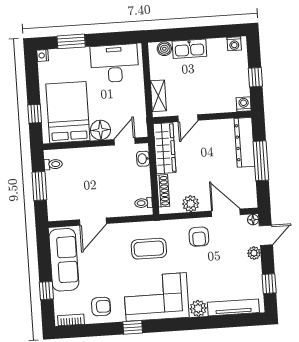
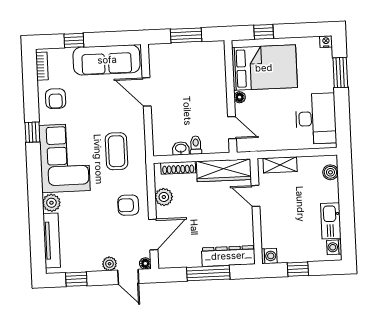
kitchen sink: (189, 49) -> (331, 221), moved
floor lamp: (100, 130) -> (240, 97), width x0.53, depth x0.53
washbasin: (143, 159) -> (181, 148), moved
toilet: (53, 164) -> (209, 51), removed
toilet: (144, 203) -> (196, 145), moved

